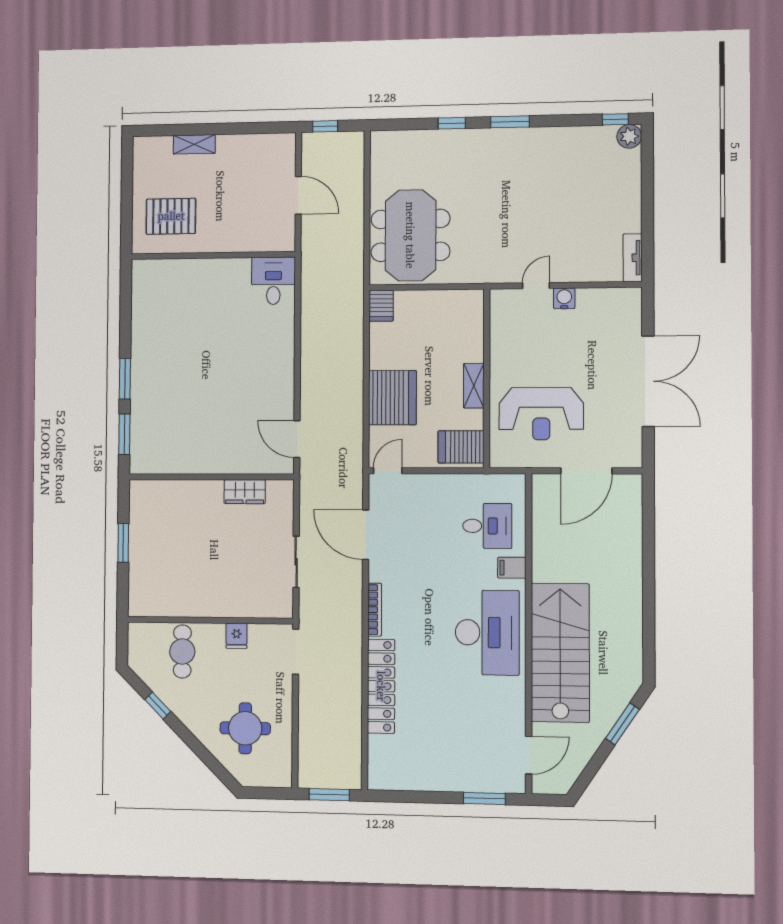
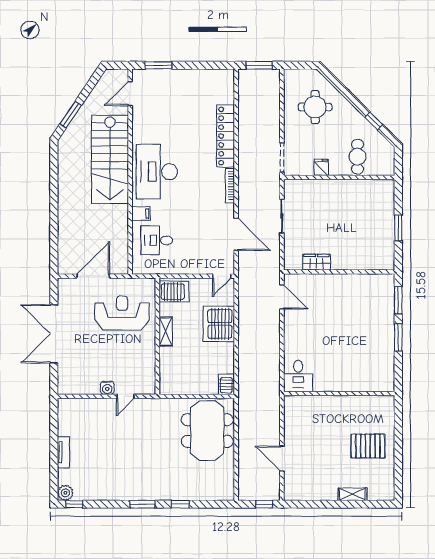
wall: (213, 255) -> (339, 394), moved
tv unit: (633, 258) -> (63, 452), moved
desk: (273, 281) -> (298, 376), moved

